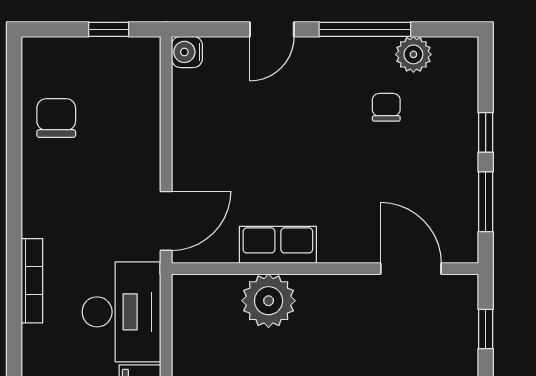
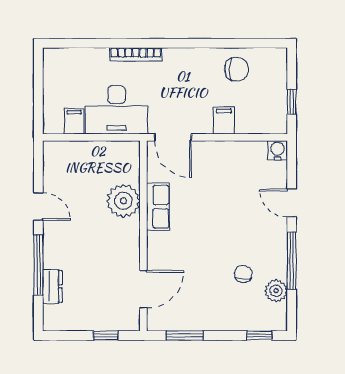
chair: (386, 107) -> (243, 274), turned -90
window: (486, 132) -> (259, 335), moved
filing cabinet: (139, 139) -> (224, 120), added

